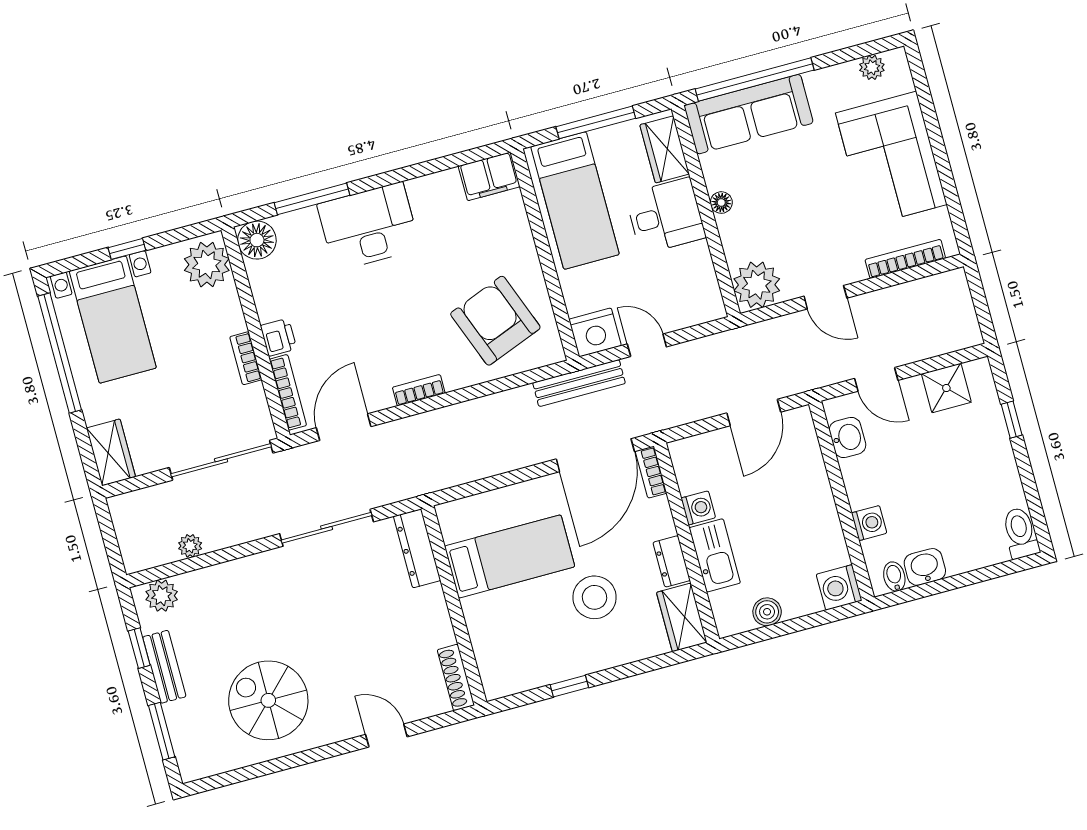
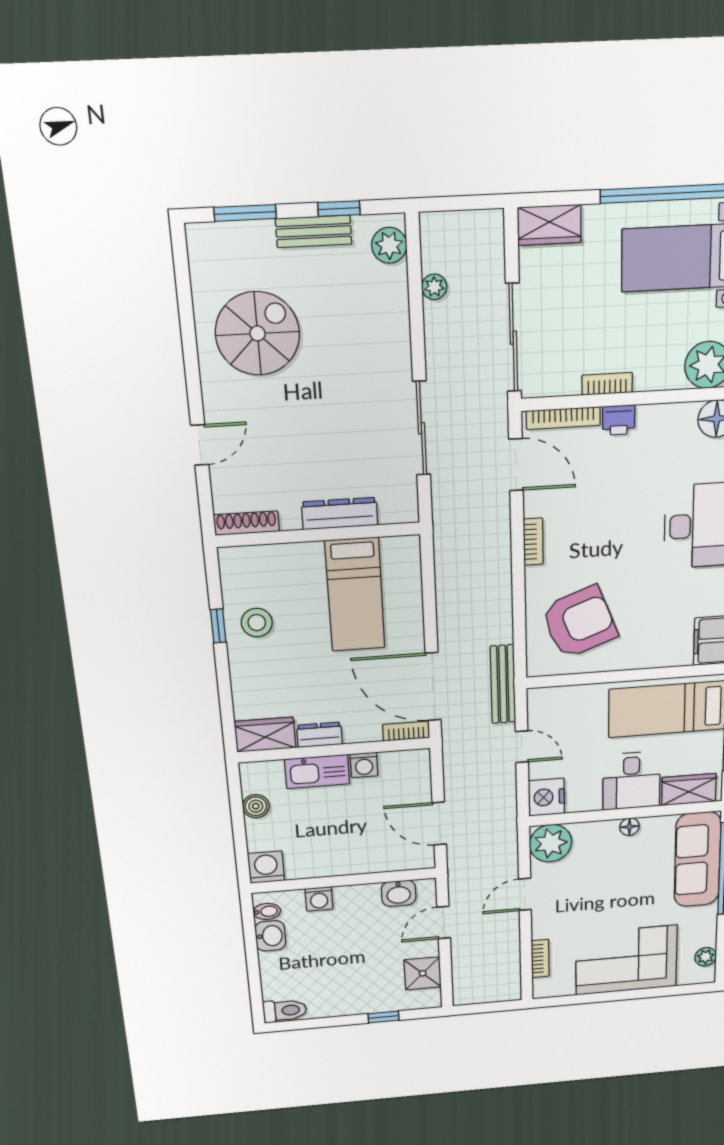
bookcase: (905, 259) -> (540, 958), width x0.64
nightstand: (595, 332) -> (546, 797), moved
door: (647, 345) -> (522, 747), hinge flipped
dresser: (417, 548) -> (340, 514), moved
stool: (594, 597) -> (257, 623), moved, width x0.73, depth x0.73

